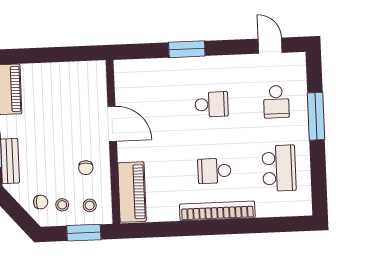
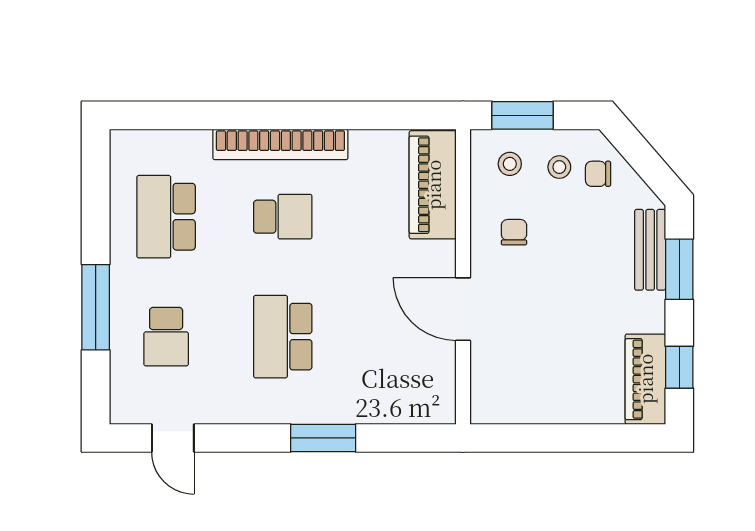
school desk: (276, 102) -> (166, 337), turned 180
school desk: (212, 104) -> (283, 337), width x1.85

